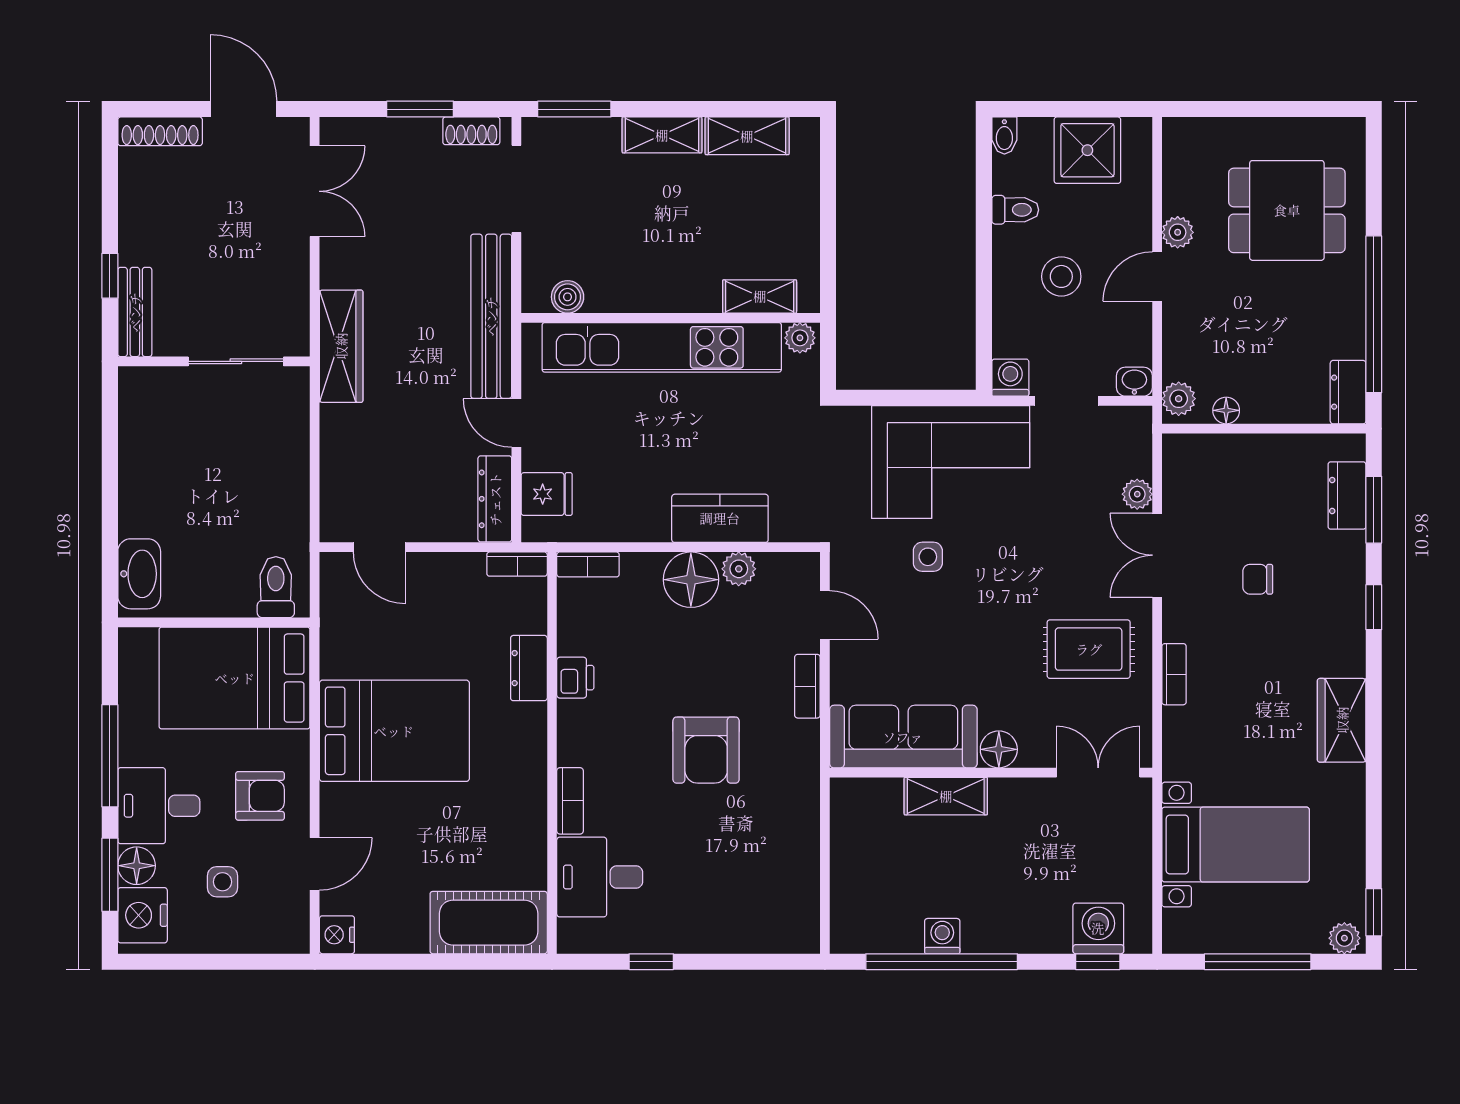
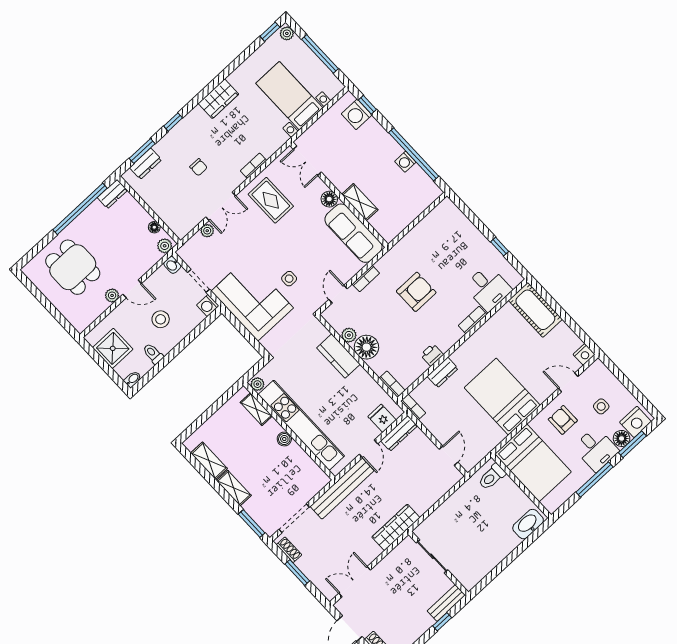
boiler: (568, 297) -> (284, 439), moved

